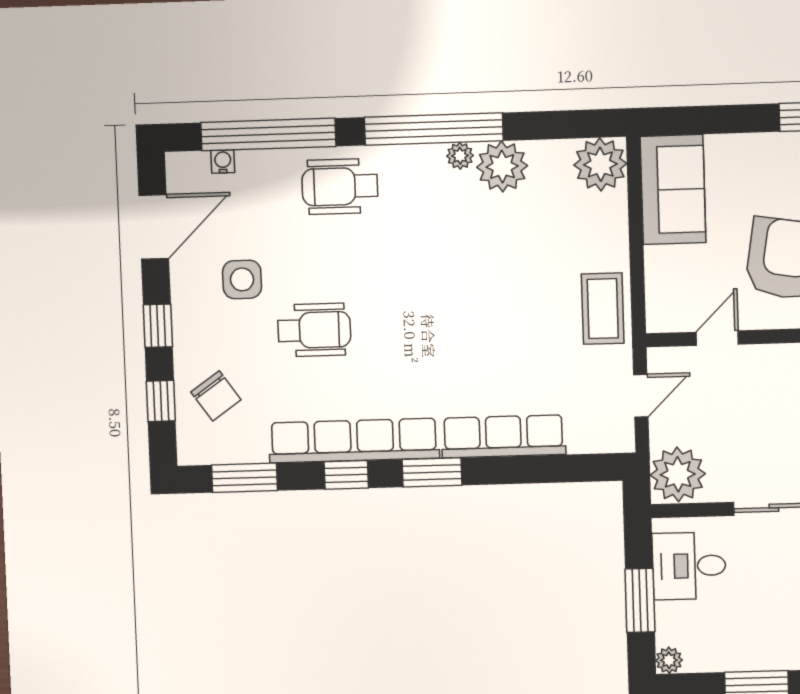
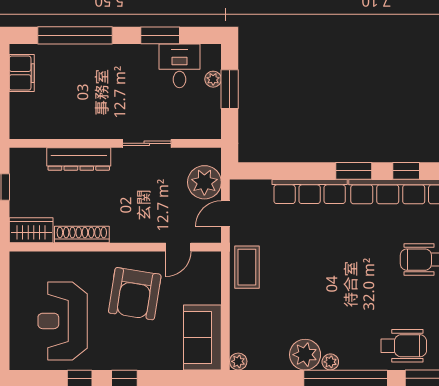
plant: (600, 164) -> (238, 361), width x0.53, depth x0.53
plant: (678, 474) -> (204, 182), moved
desk: (689, 566) -> (179, 66), moved, turned -90
plant: (669, 660) -> (213, 79), moved

